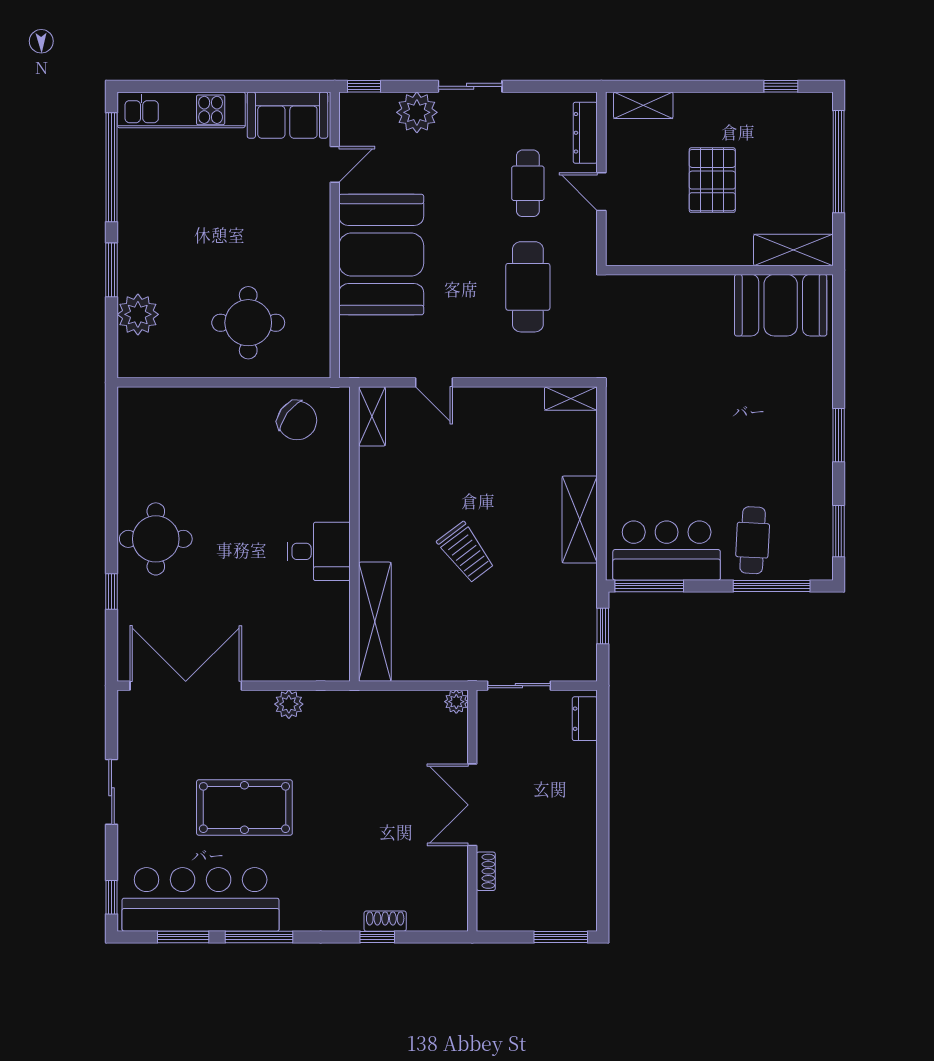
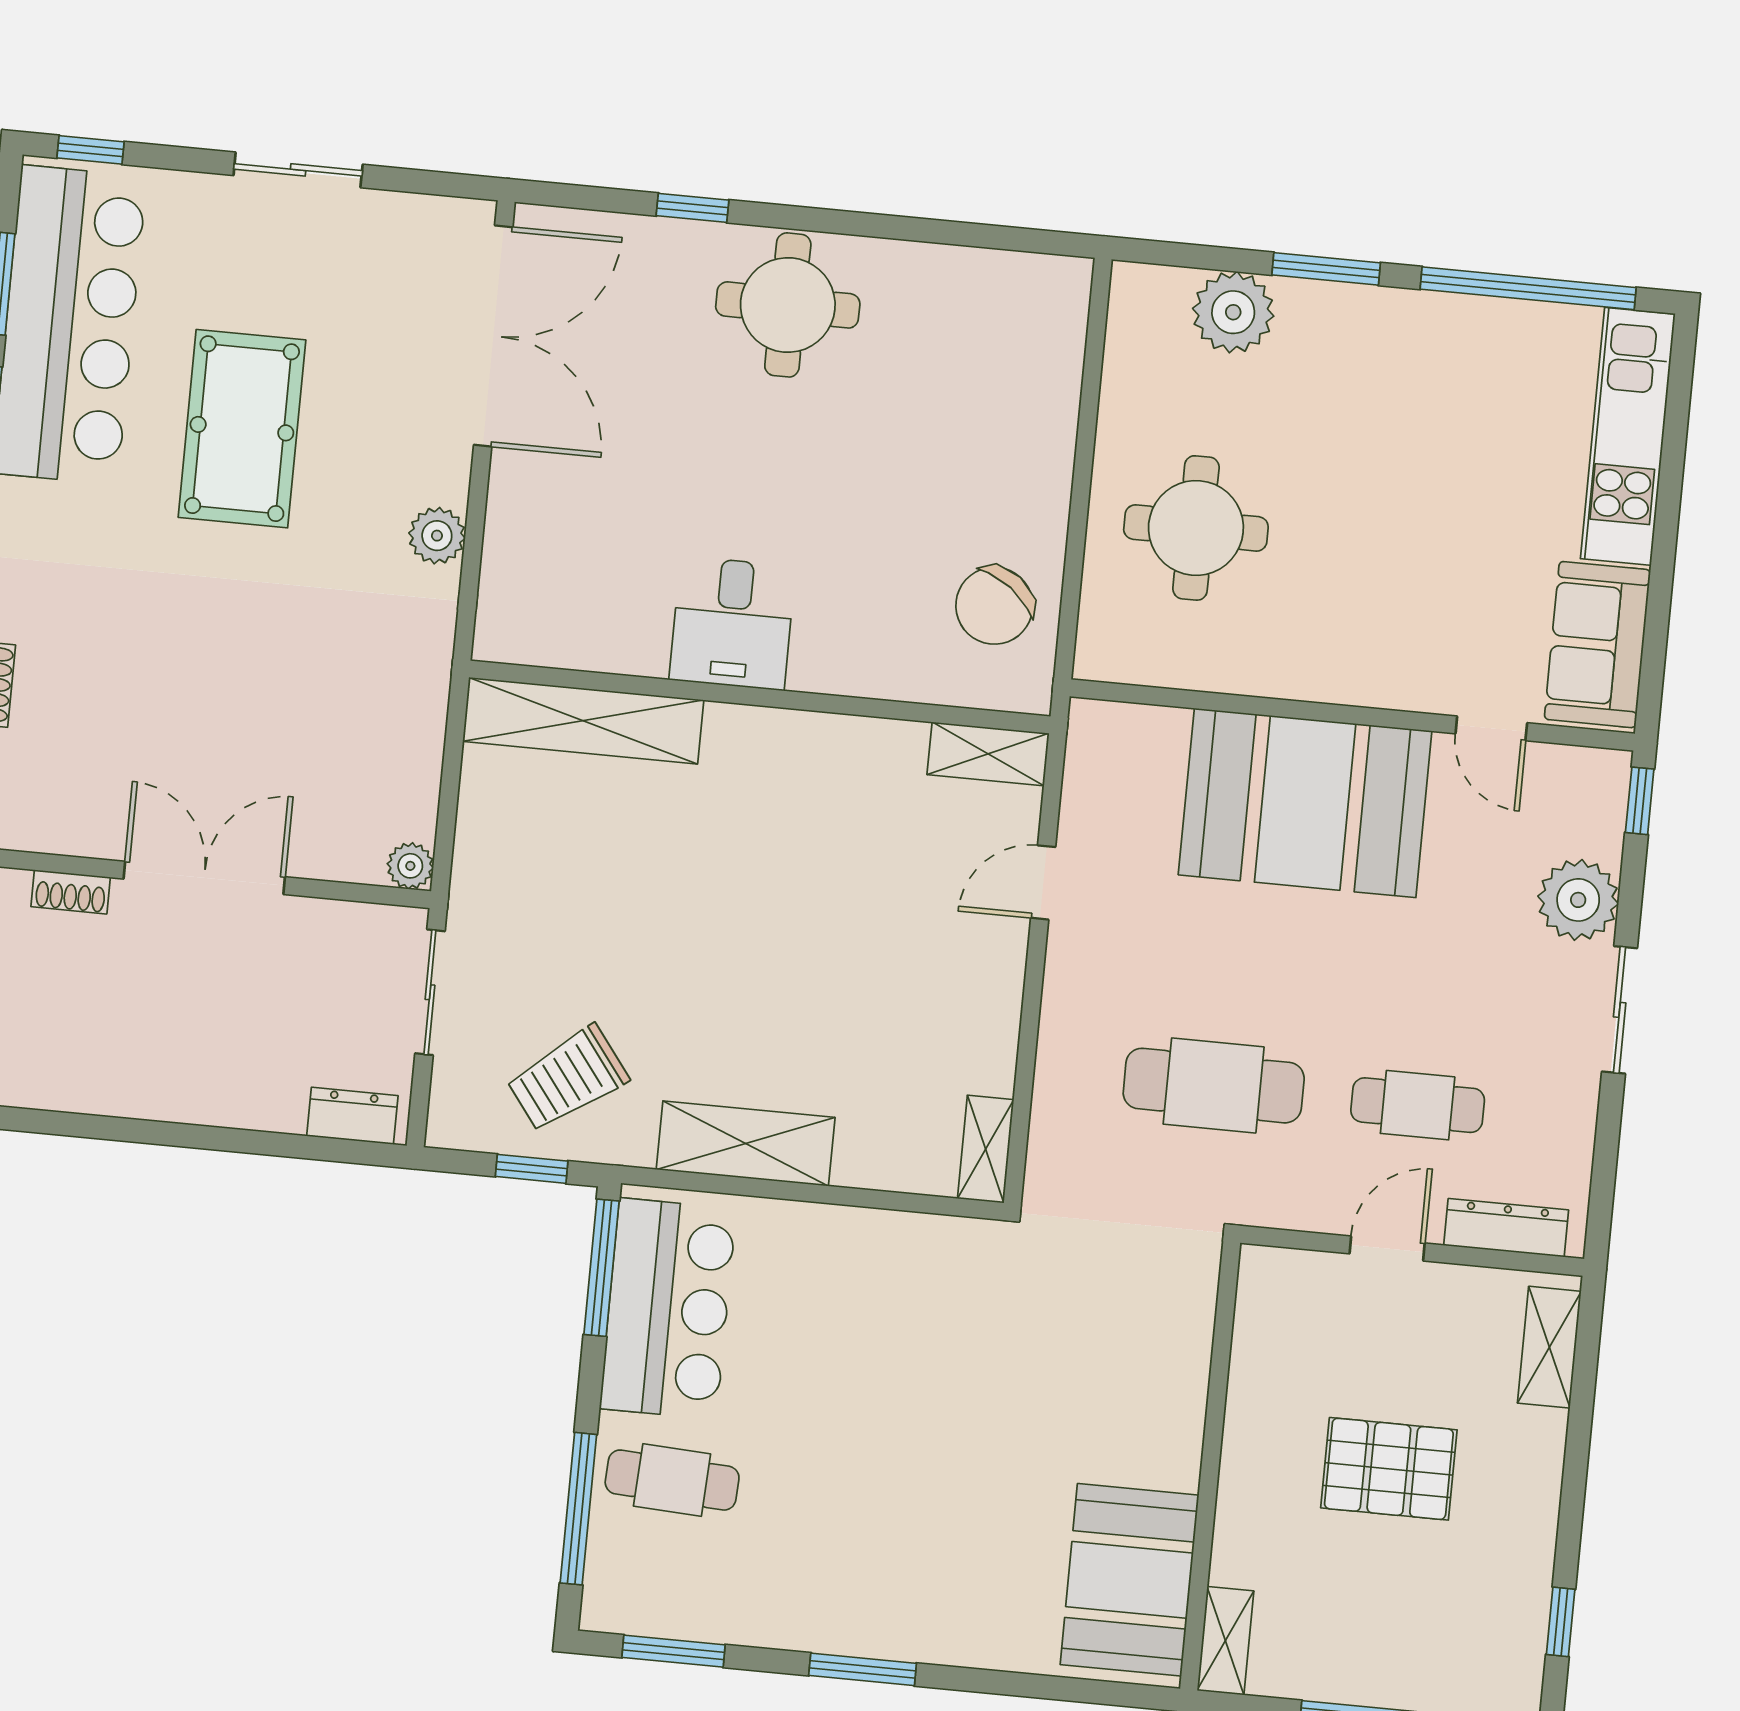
shelving: (793, 250) -> (1225, 1641), width x0.67, depth x0.75
trolley: (466, 552) -> (568, 1079), moved

